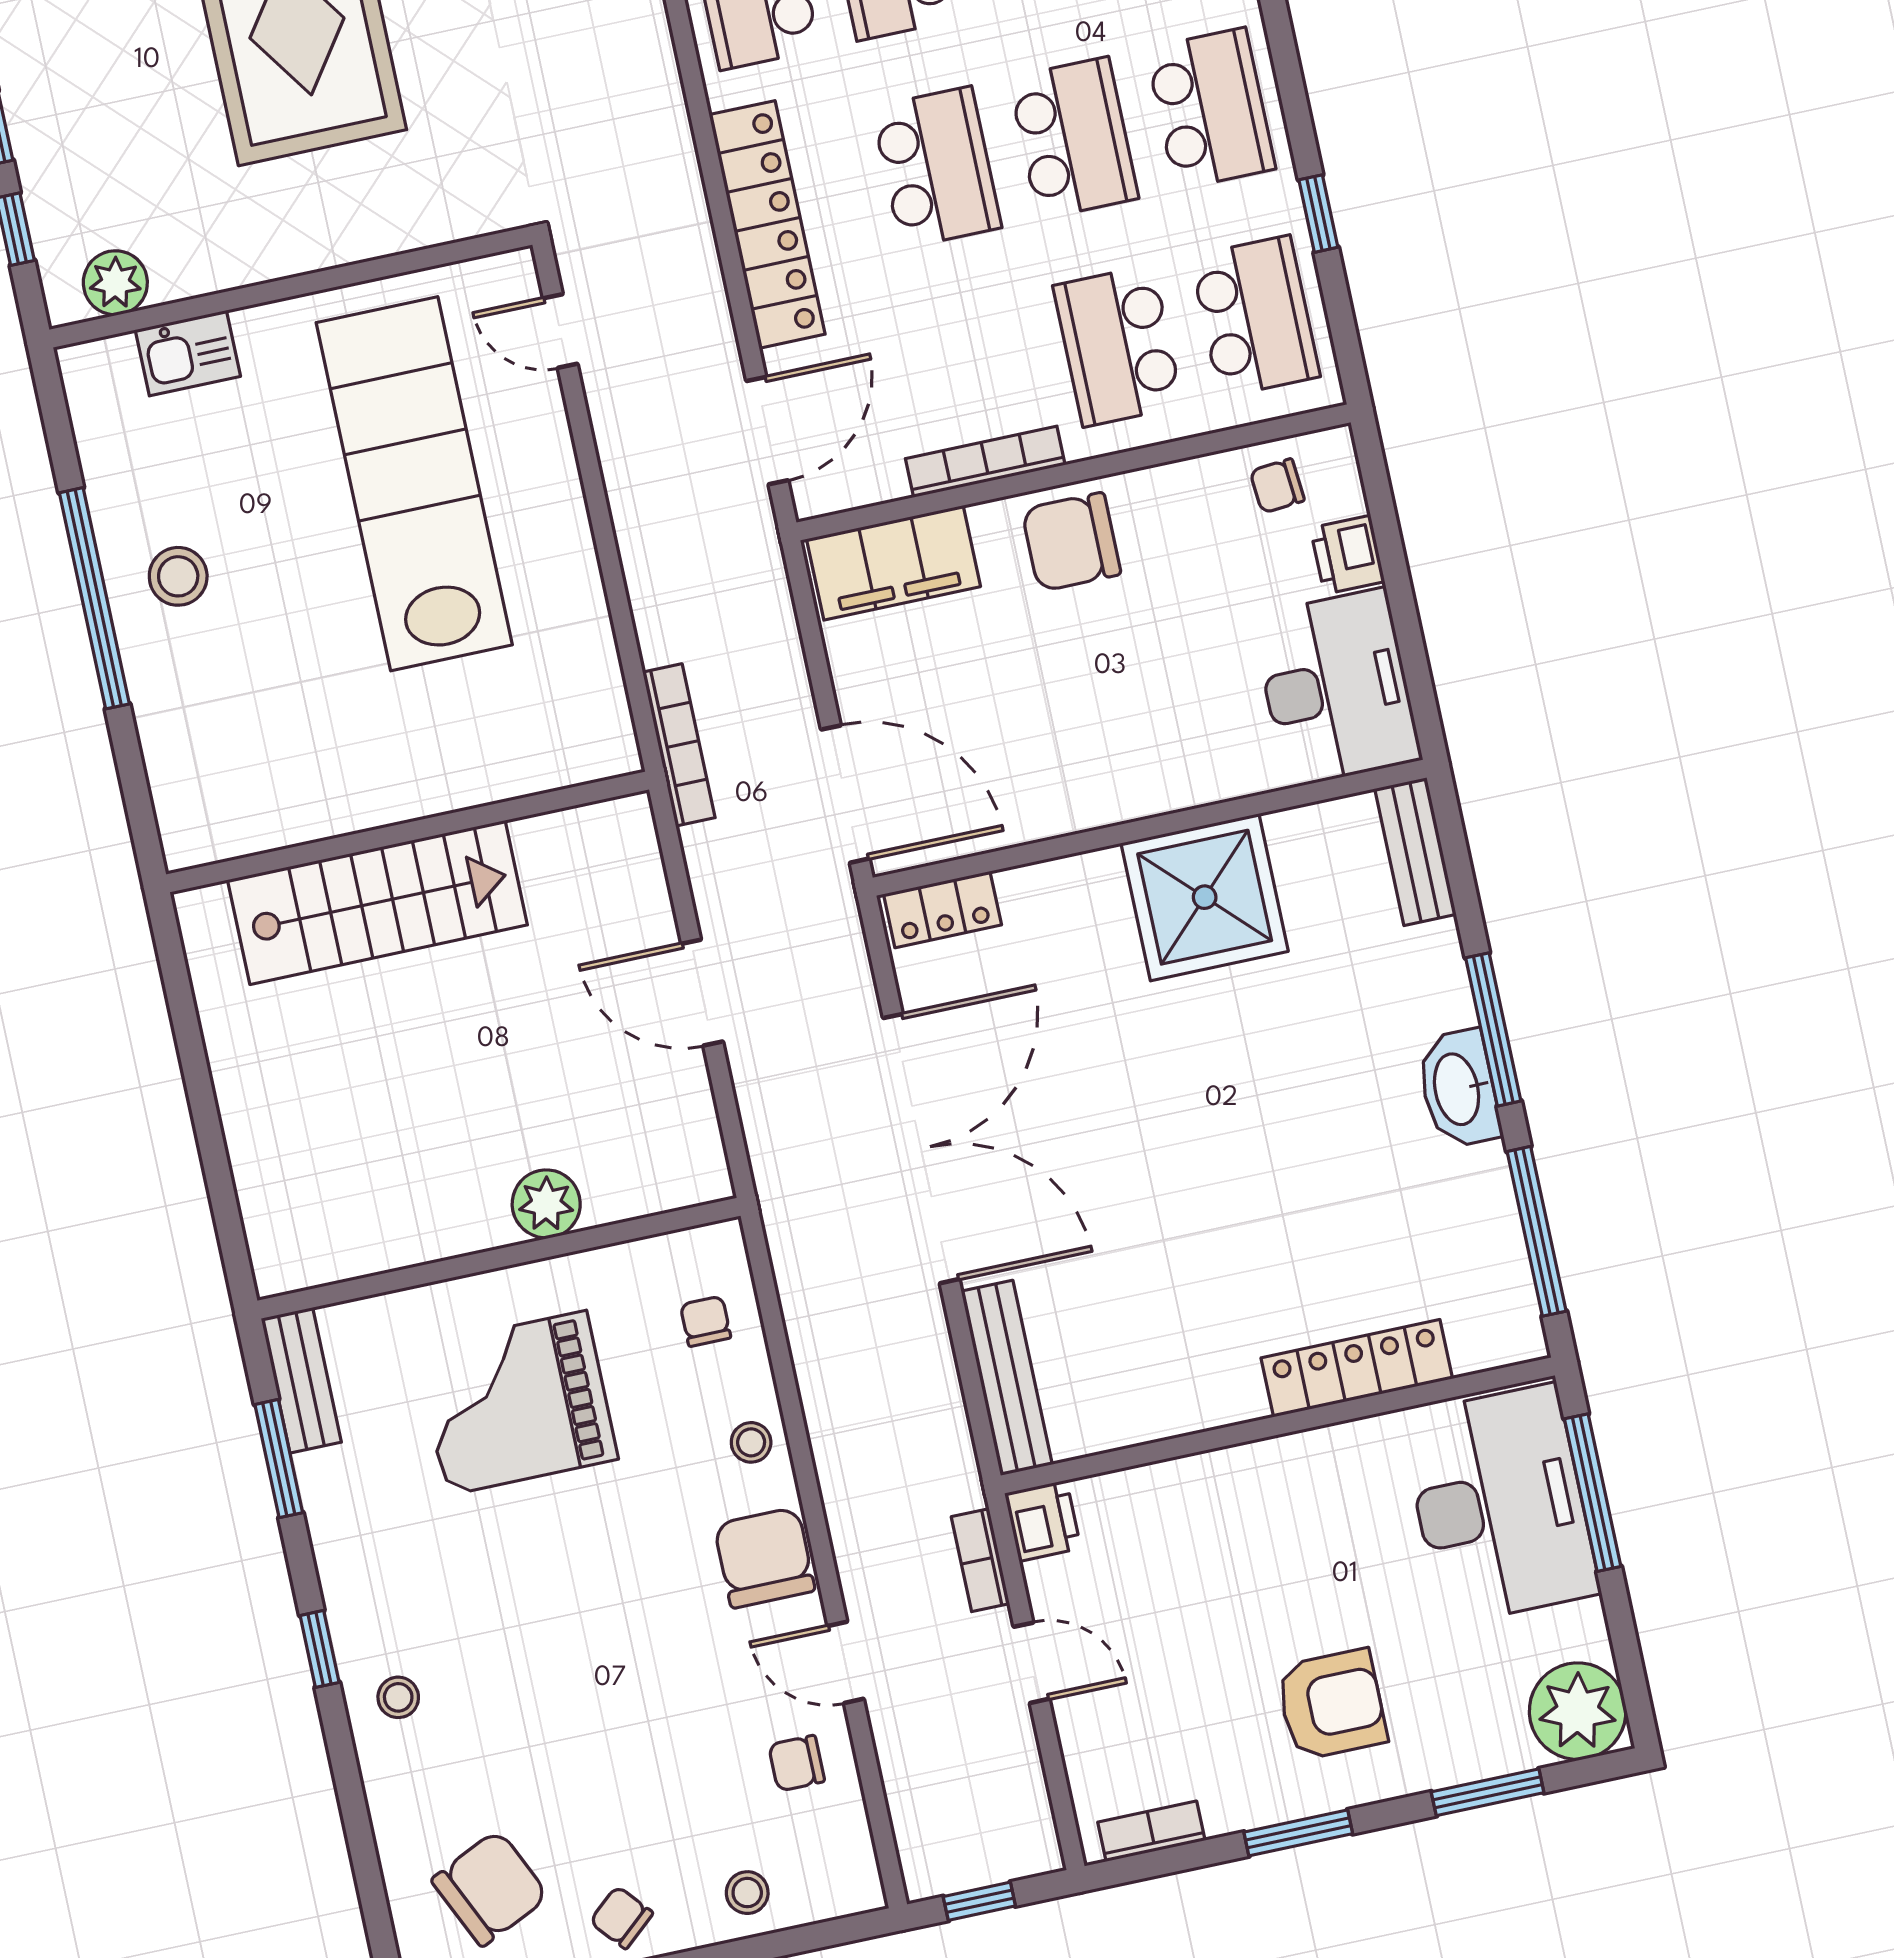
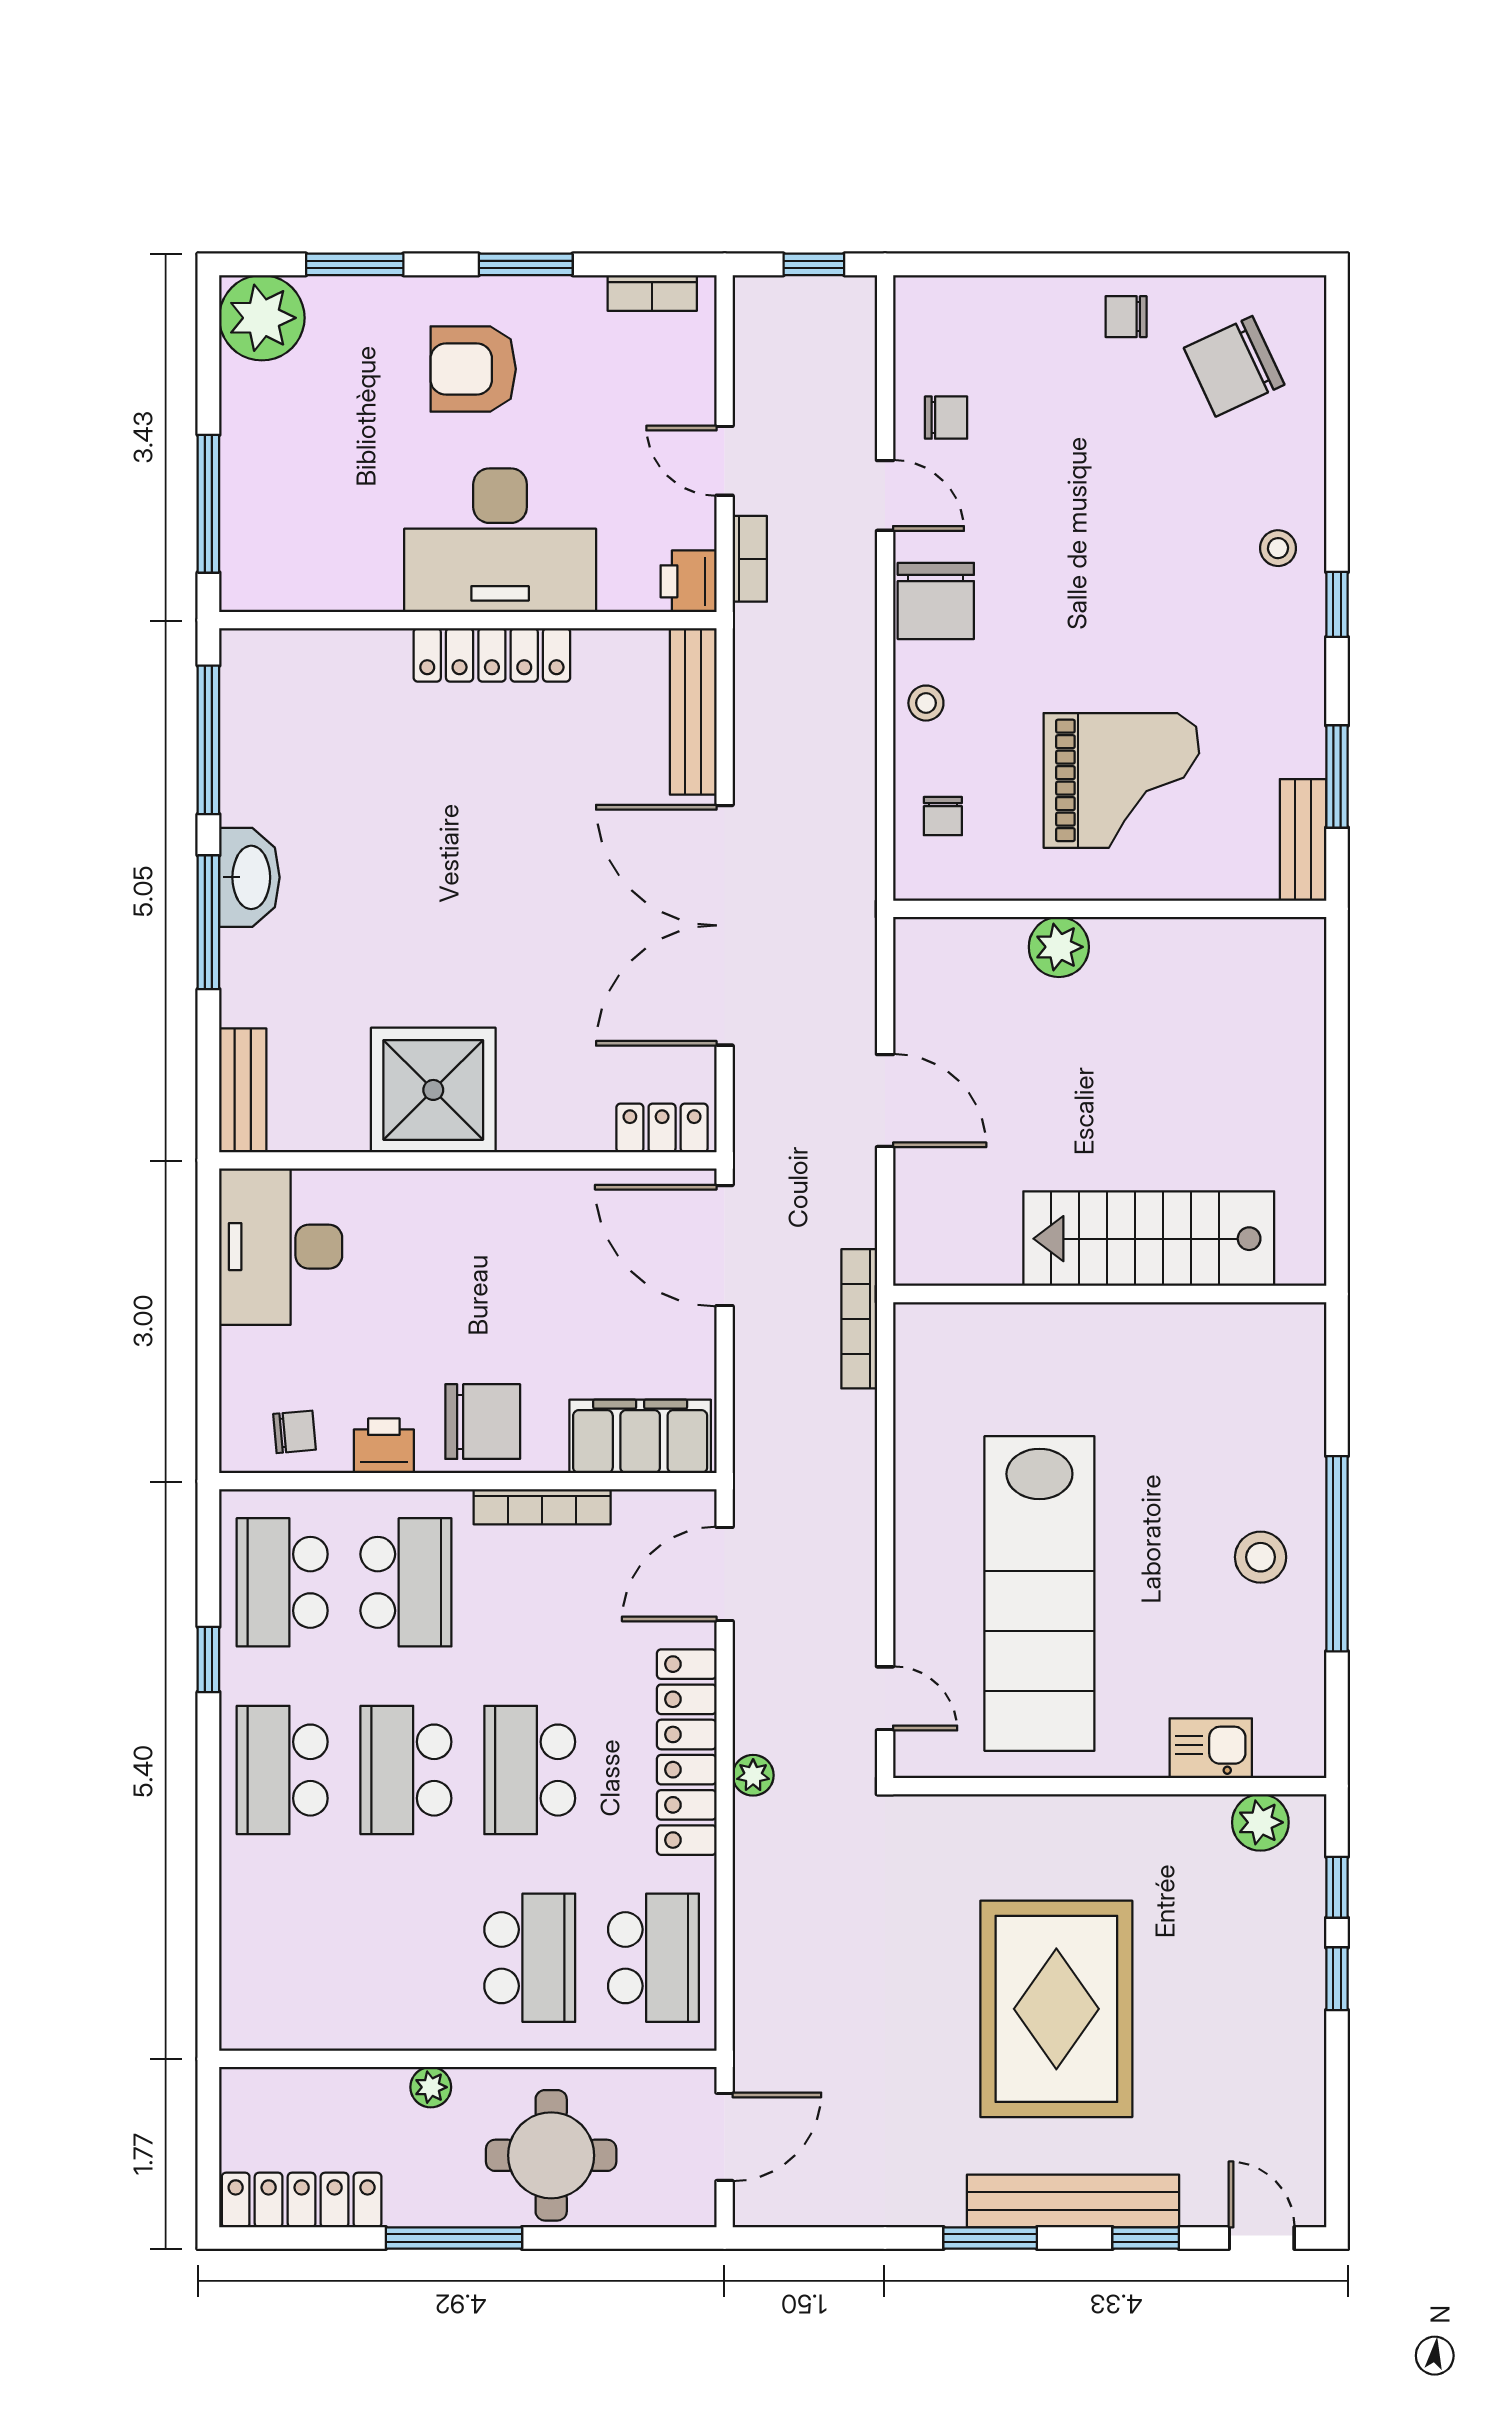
plant: (688, 215) -> (753, 1775), added
printer: (1347, 555) -> (384, 1446), moved, turned -90
locker: (1357, 1368) -> (492, 655), moved
desk: (1500, 1505) -> (500, 540), moved, turned -90
stool: (747, 1893) -> (1013, 315), removed
chair: (621, 1917) -> (1126, 317), turned 131

